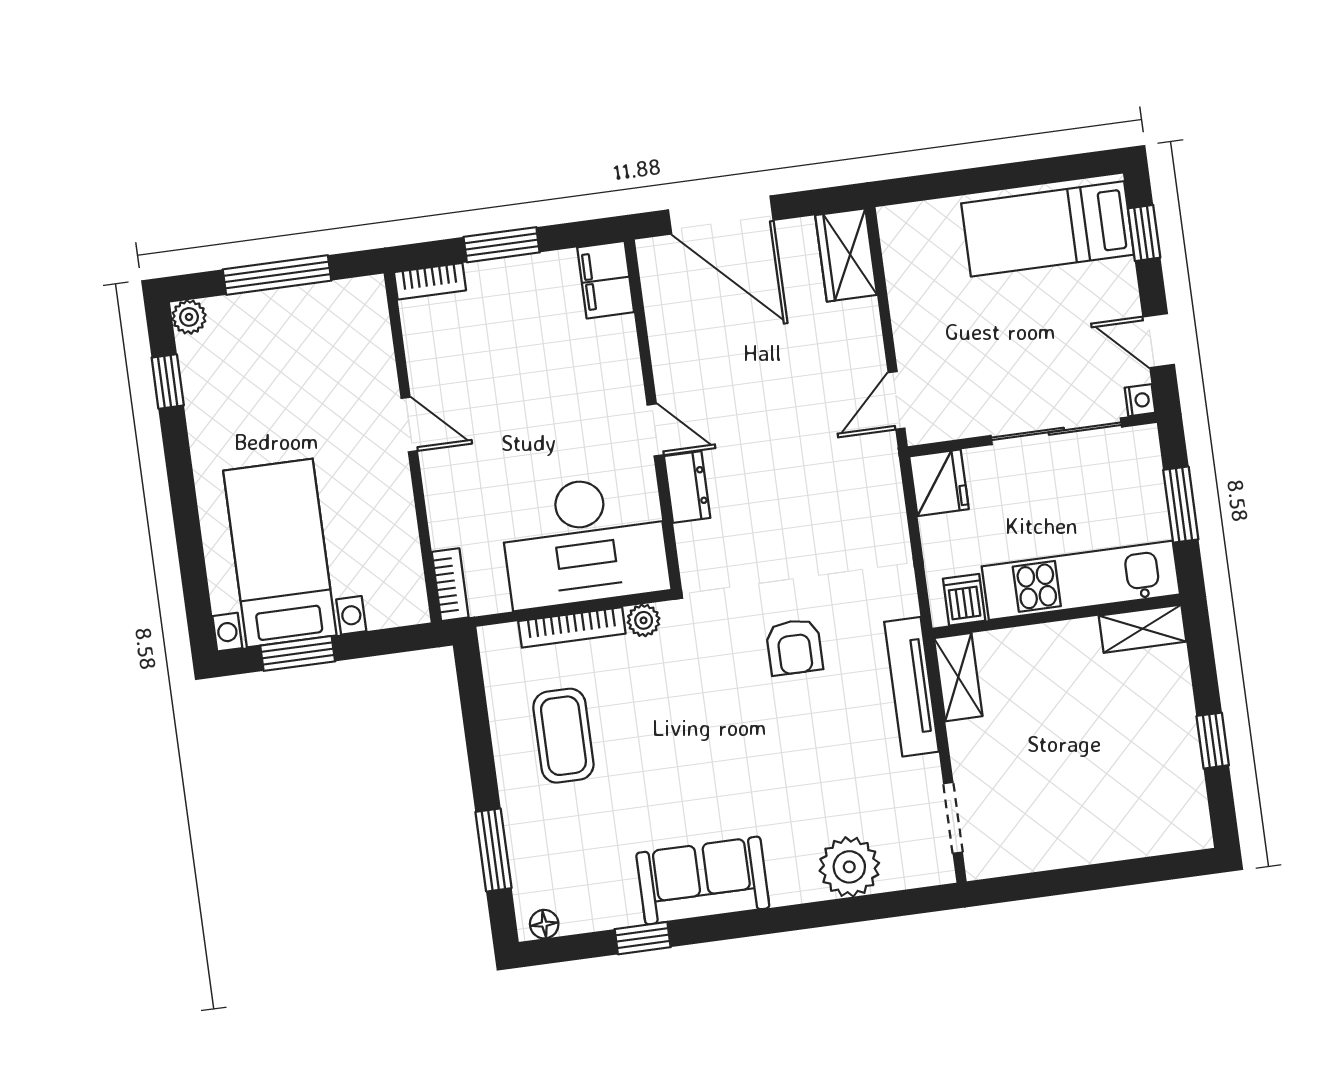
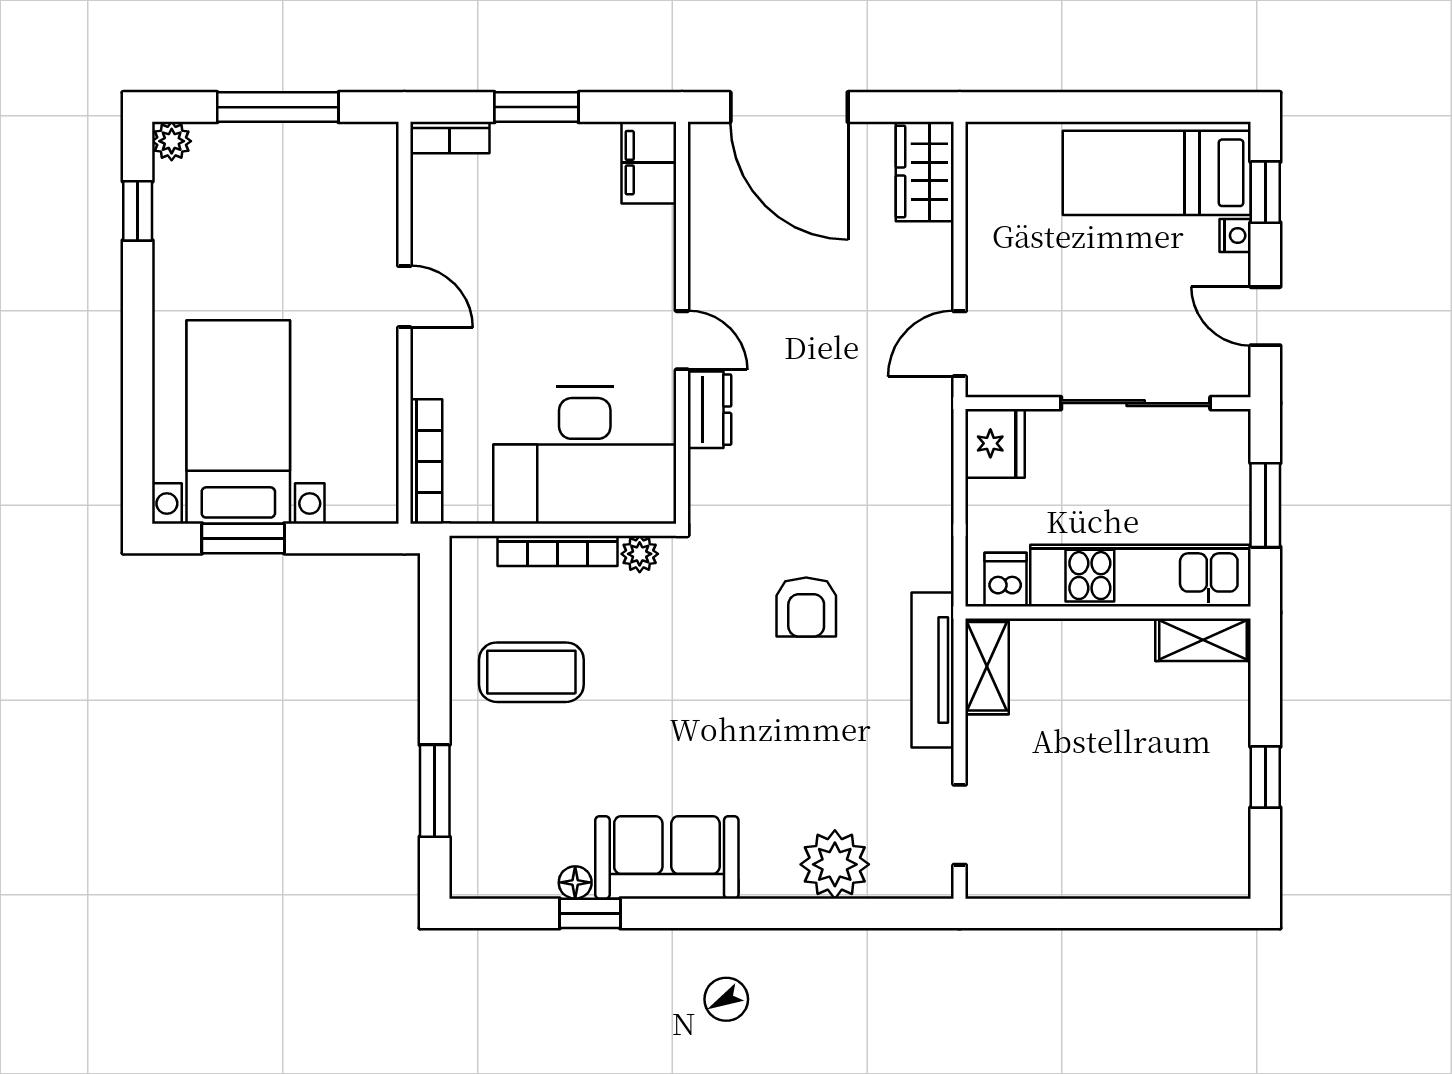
nightstand: (1140, 400) -> (1235, 236), moved
bookcase: (450, 585) -> (426, 461), width x1.56
coffee table: (563, 736) -> (531, 672), turned 90
floor lamp: (544, 924) -> (575, 882), moved

